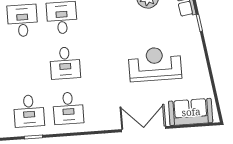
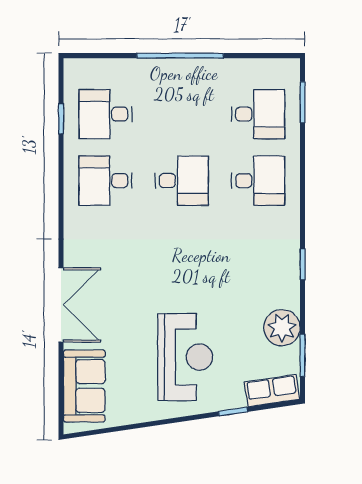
desk: (65, 63) -> (182, 181), turned 180
reception desk: (155, 64) -> (185, 357), moved

